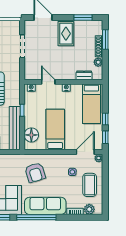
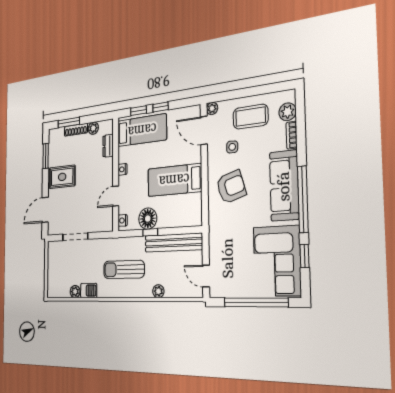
floor lamp: (31, 135) -> (148, 219), moved
window: (105, 137) -> (138, 111), moved
armchair: (35, 172) -> (231, 187), moved

